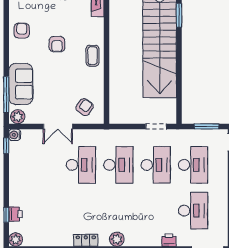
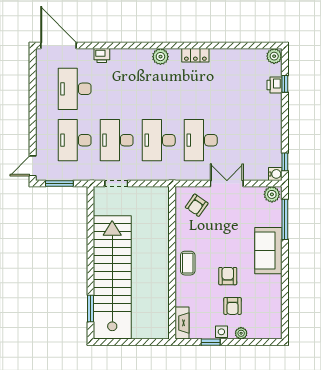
armchair: (22, 31) -> (232, 306), moved
sofa: (21, 84) -> (268, 251), moved

